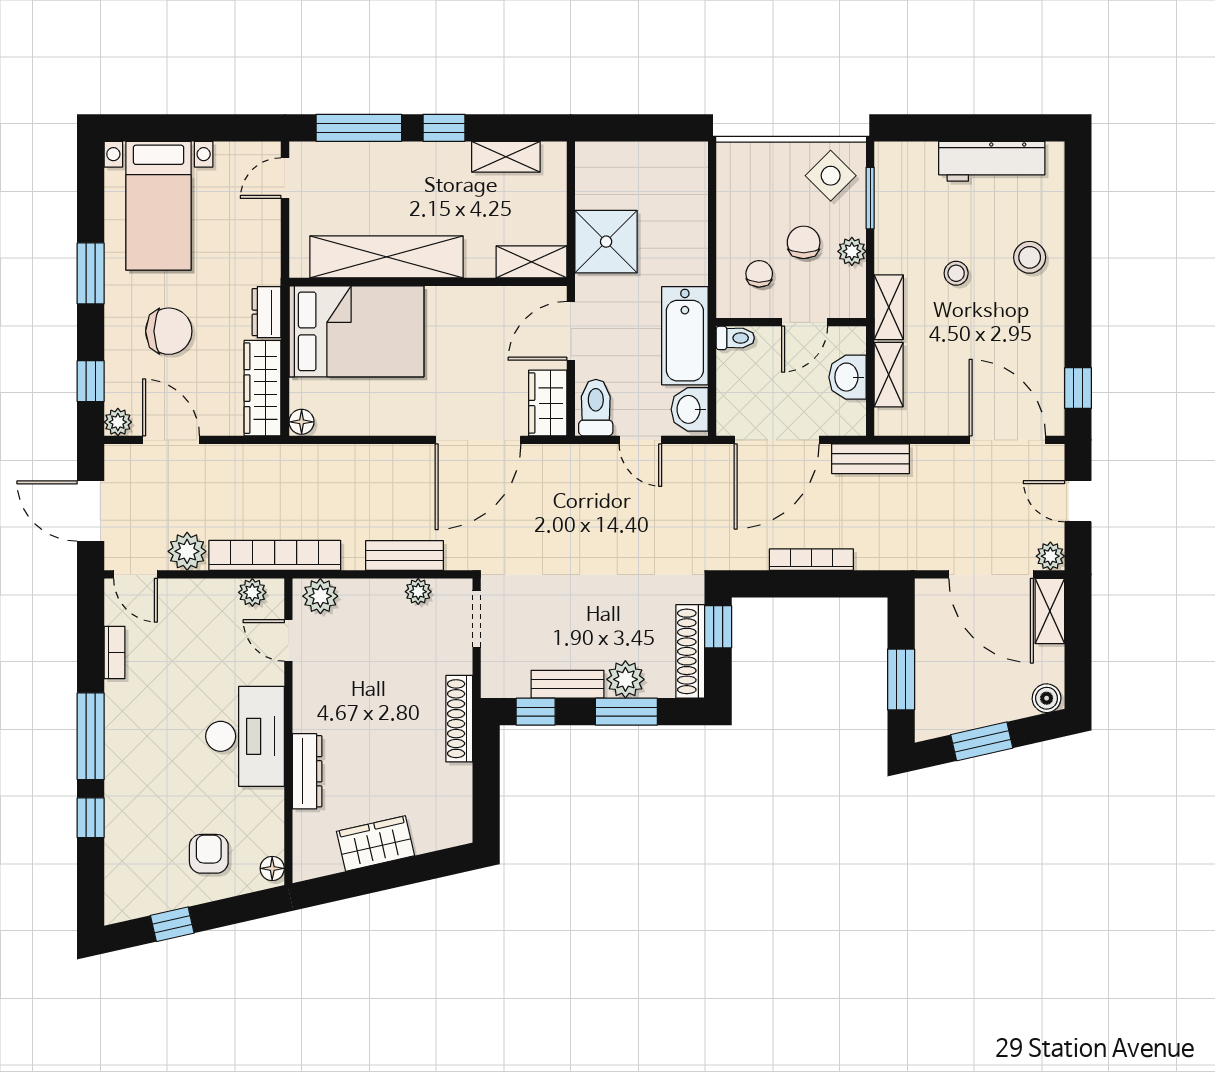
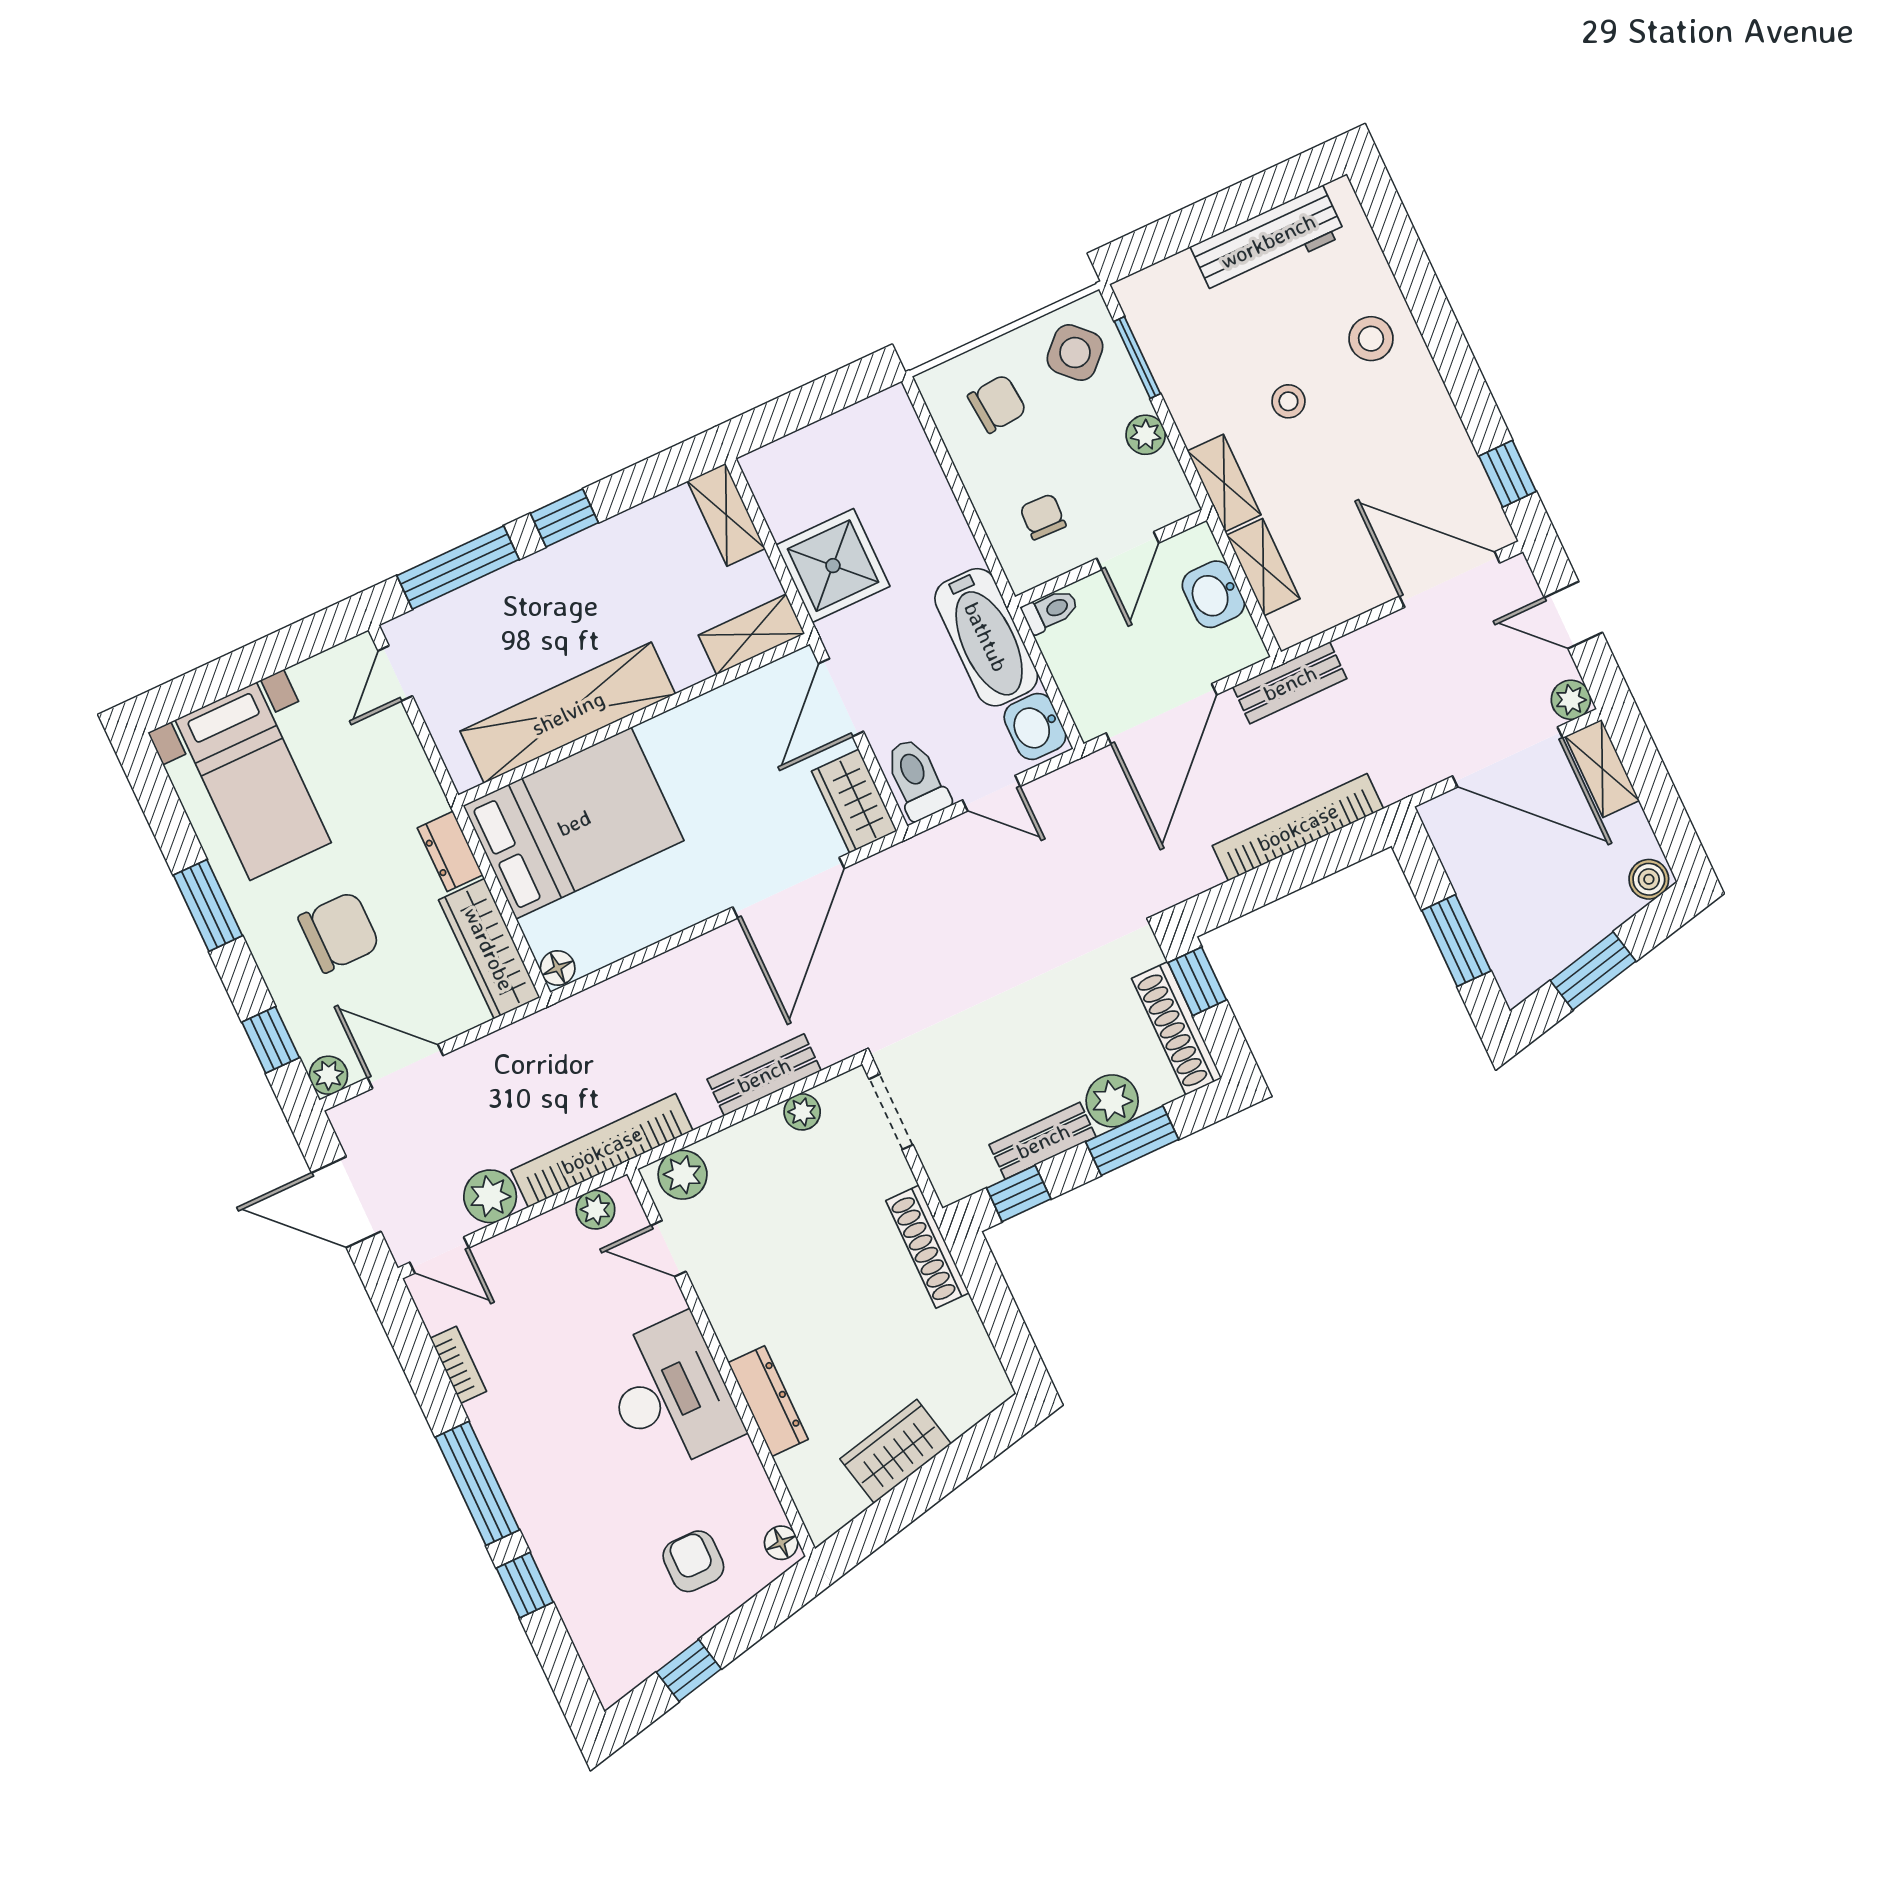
shelving: (506, 157) -> (726, 515), moved, turned 90
chair: (804, 242) -> (997, 404), moved, turned 85
bookcase: (811, 560) -> (1298, 827), width x1.48, depth x1.31

